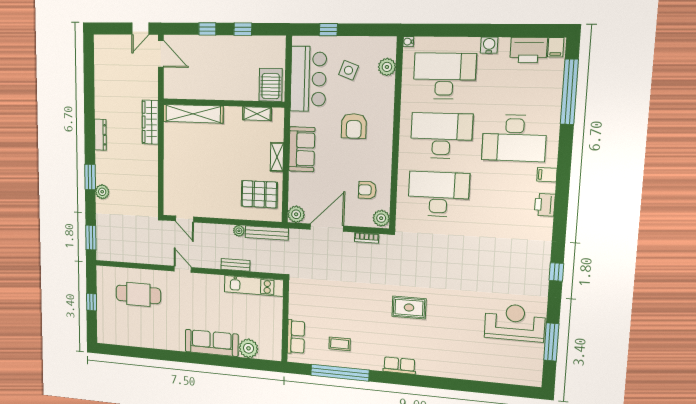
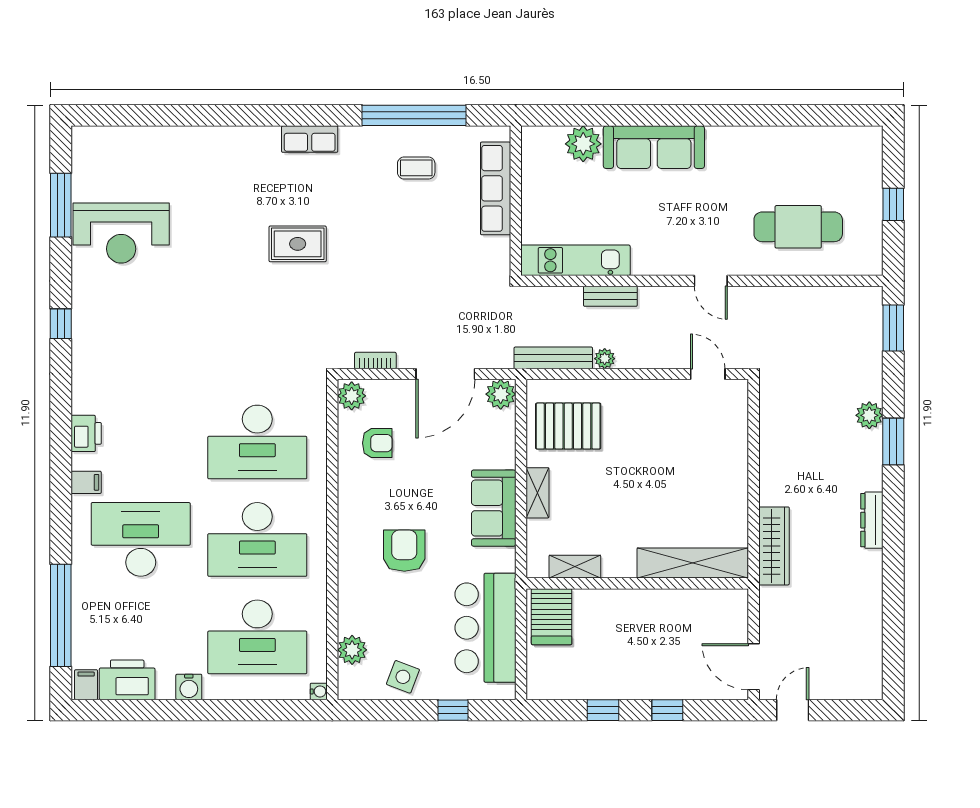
side table: (349, 70) -> (403, 677), moved
row of seats: (296, 337) -> (496, 188), width x1.48

